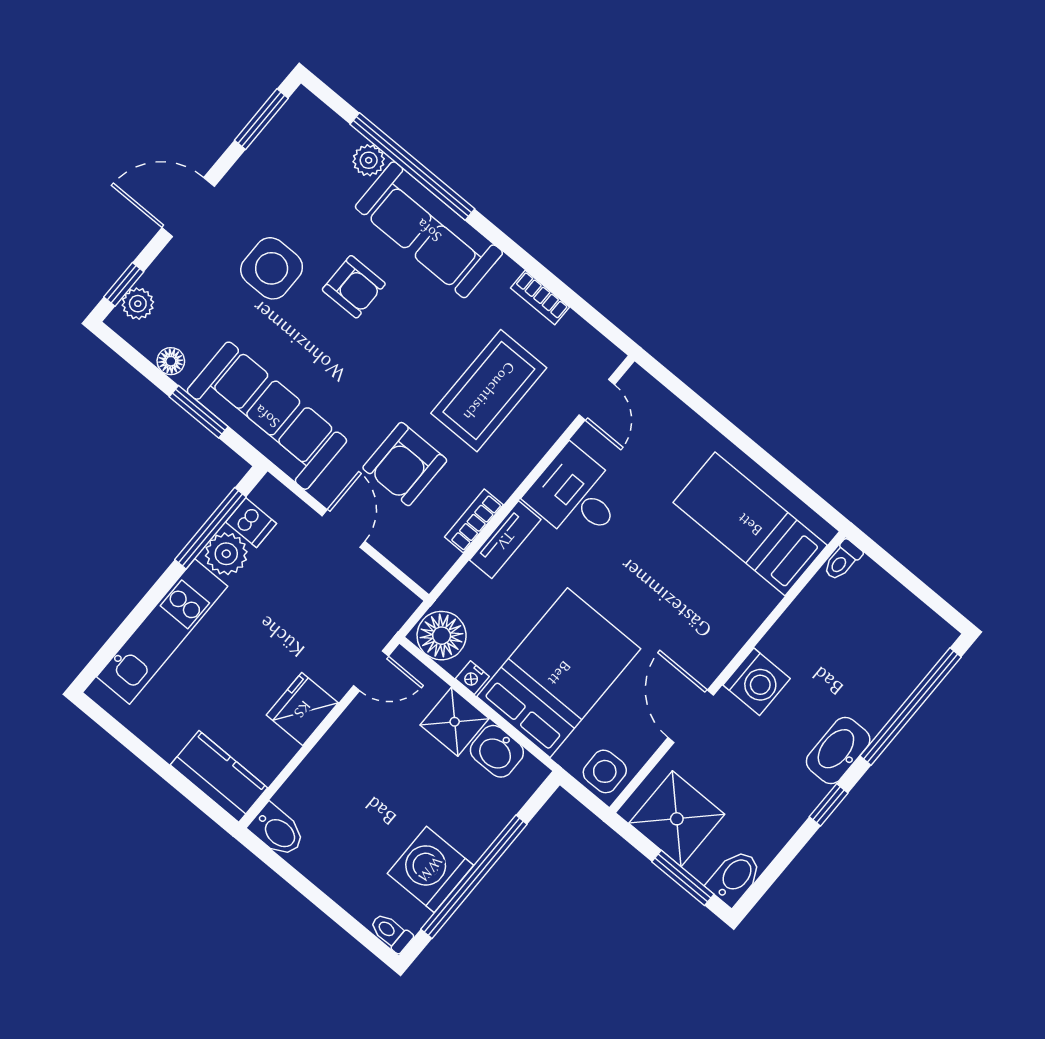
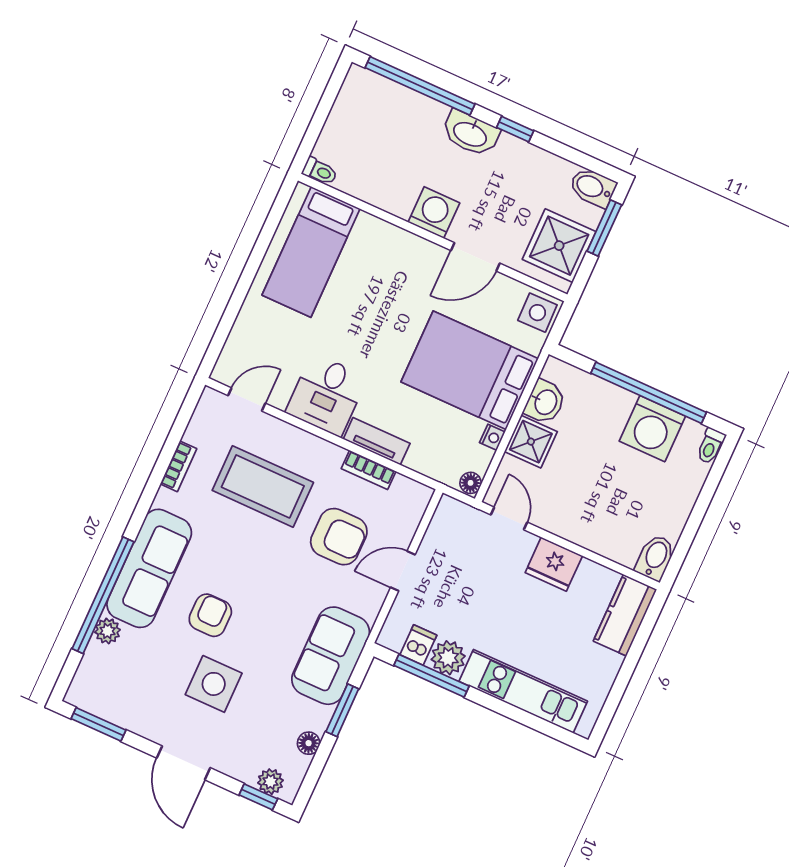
sofa: (267, 416) -> (331, 656), width x0.73
floor lamp: (442, 636) -> (471, 483), width x0.53, depth x0.53

